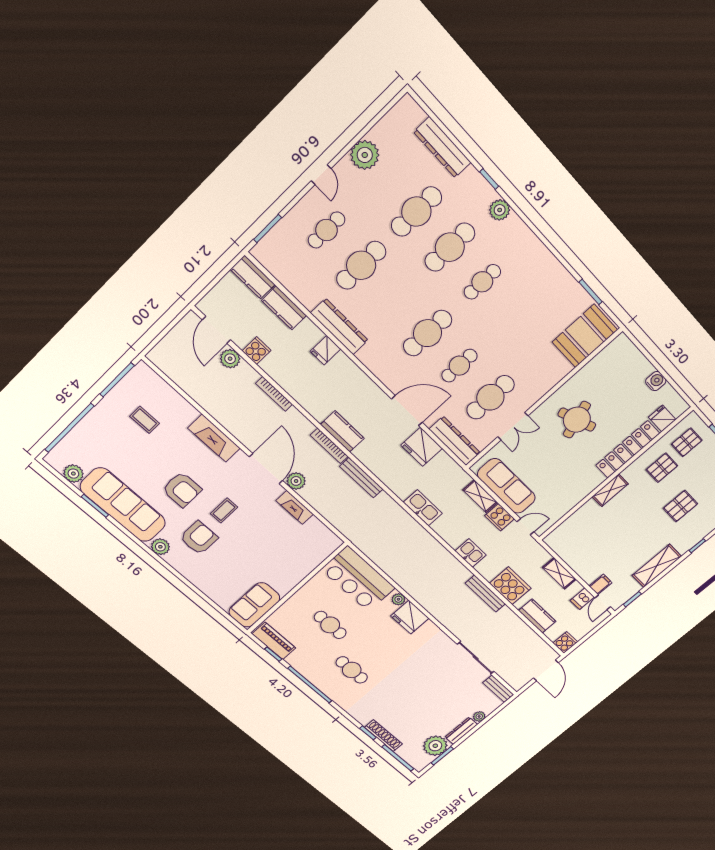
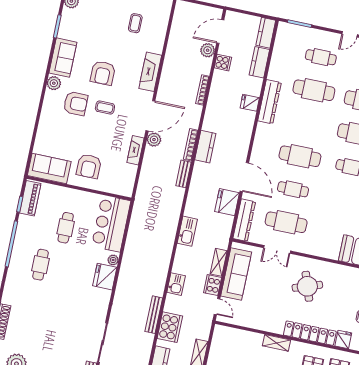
bench: (361, 478) -> (183, 174), width x0.73
sofa: (123, 505) -> (63, 58), width x0.54, depth x0.79
armchair: (279, 565) -> (89, 166), added

